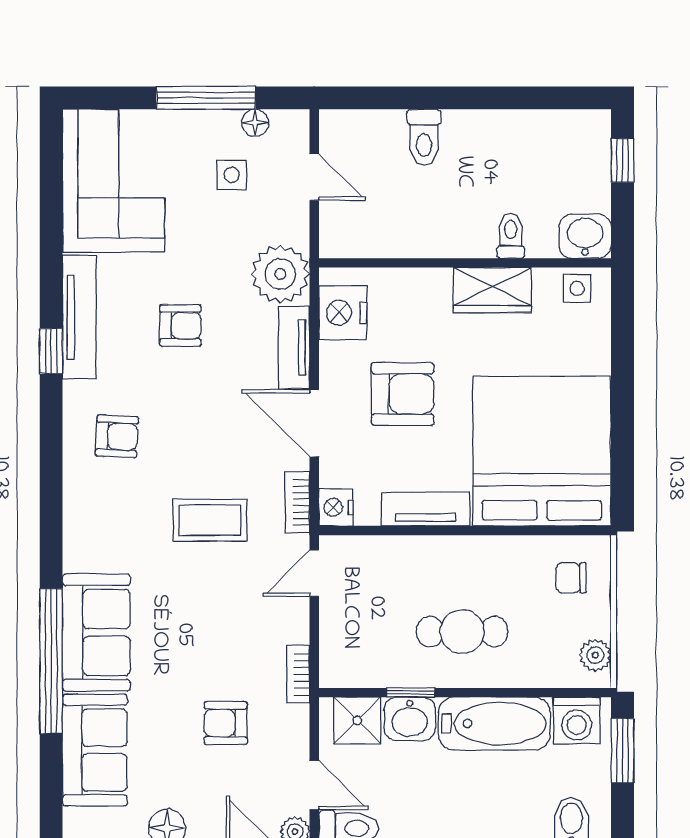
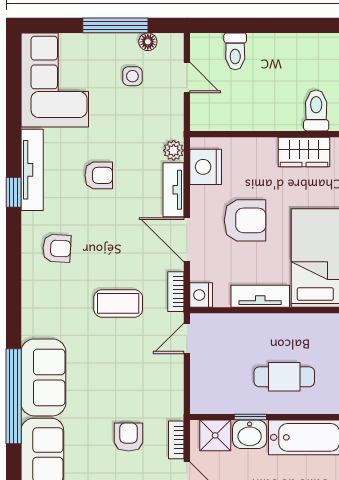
toilet: (424, 137) -> (235, 51), moved
toilet: (511, 236) -> (316, 110), width x1.37, depth x1.39
plant: (280, 274) -> (174, 150), width x0.53, depth x0.53
bookcase: (298, 674) -> (176, 440), moved
armchair: (226, 723) -> (129, 437), turned 90

